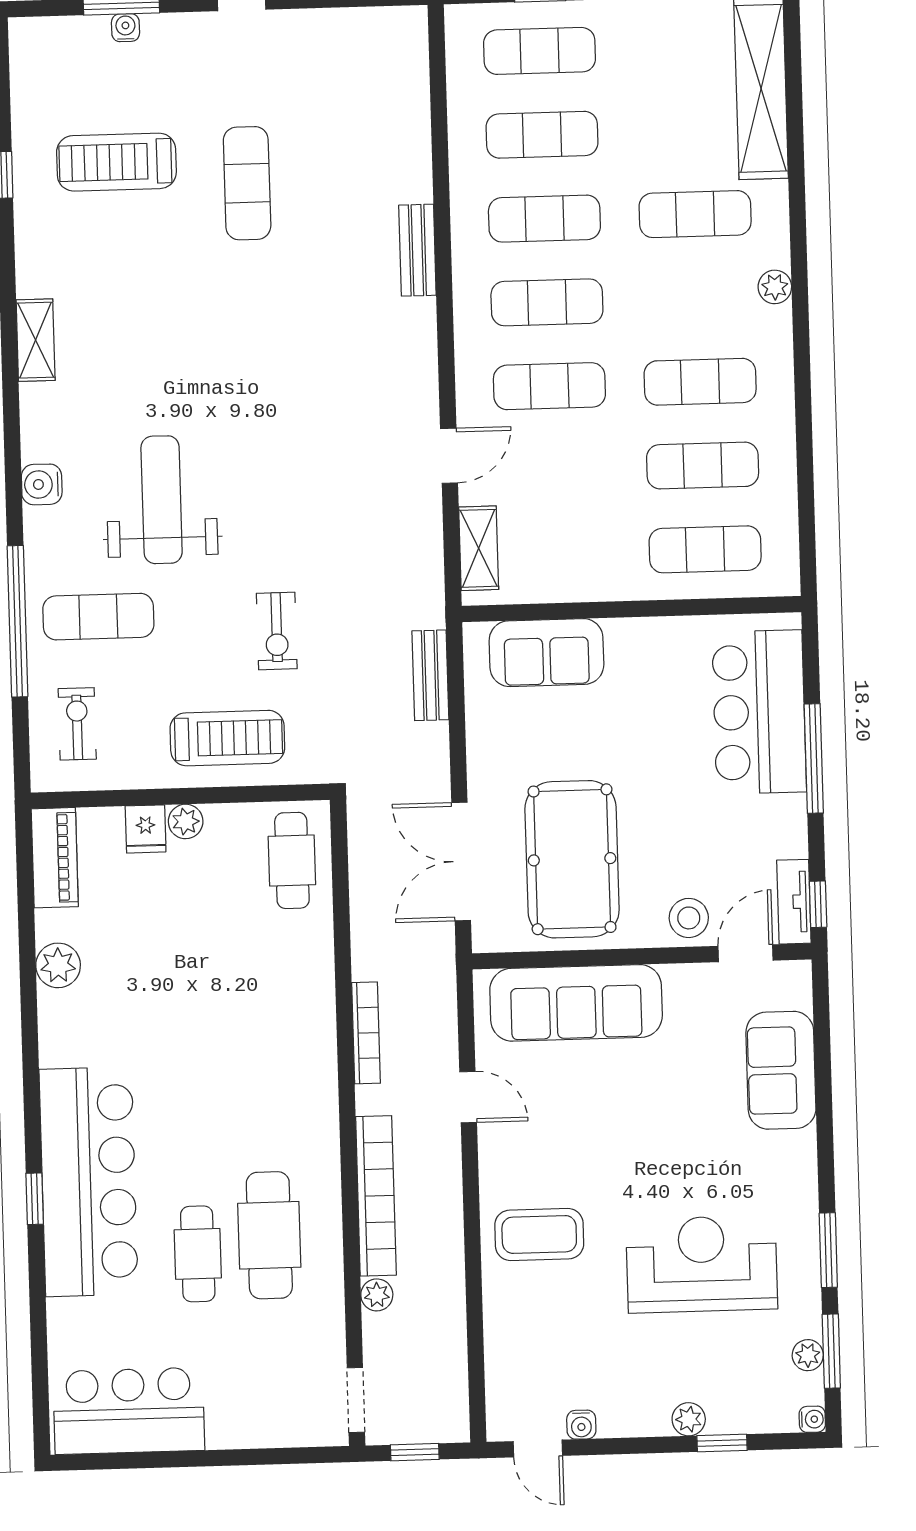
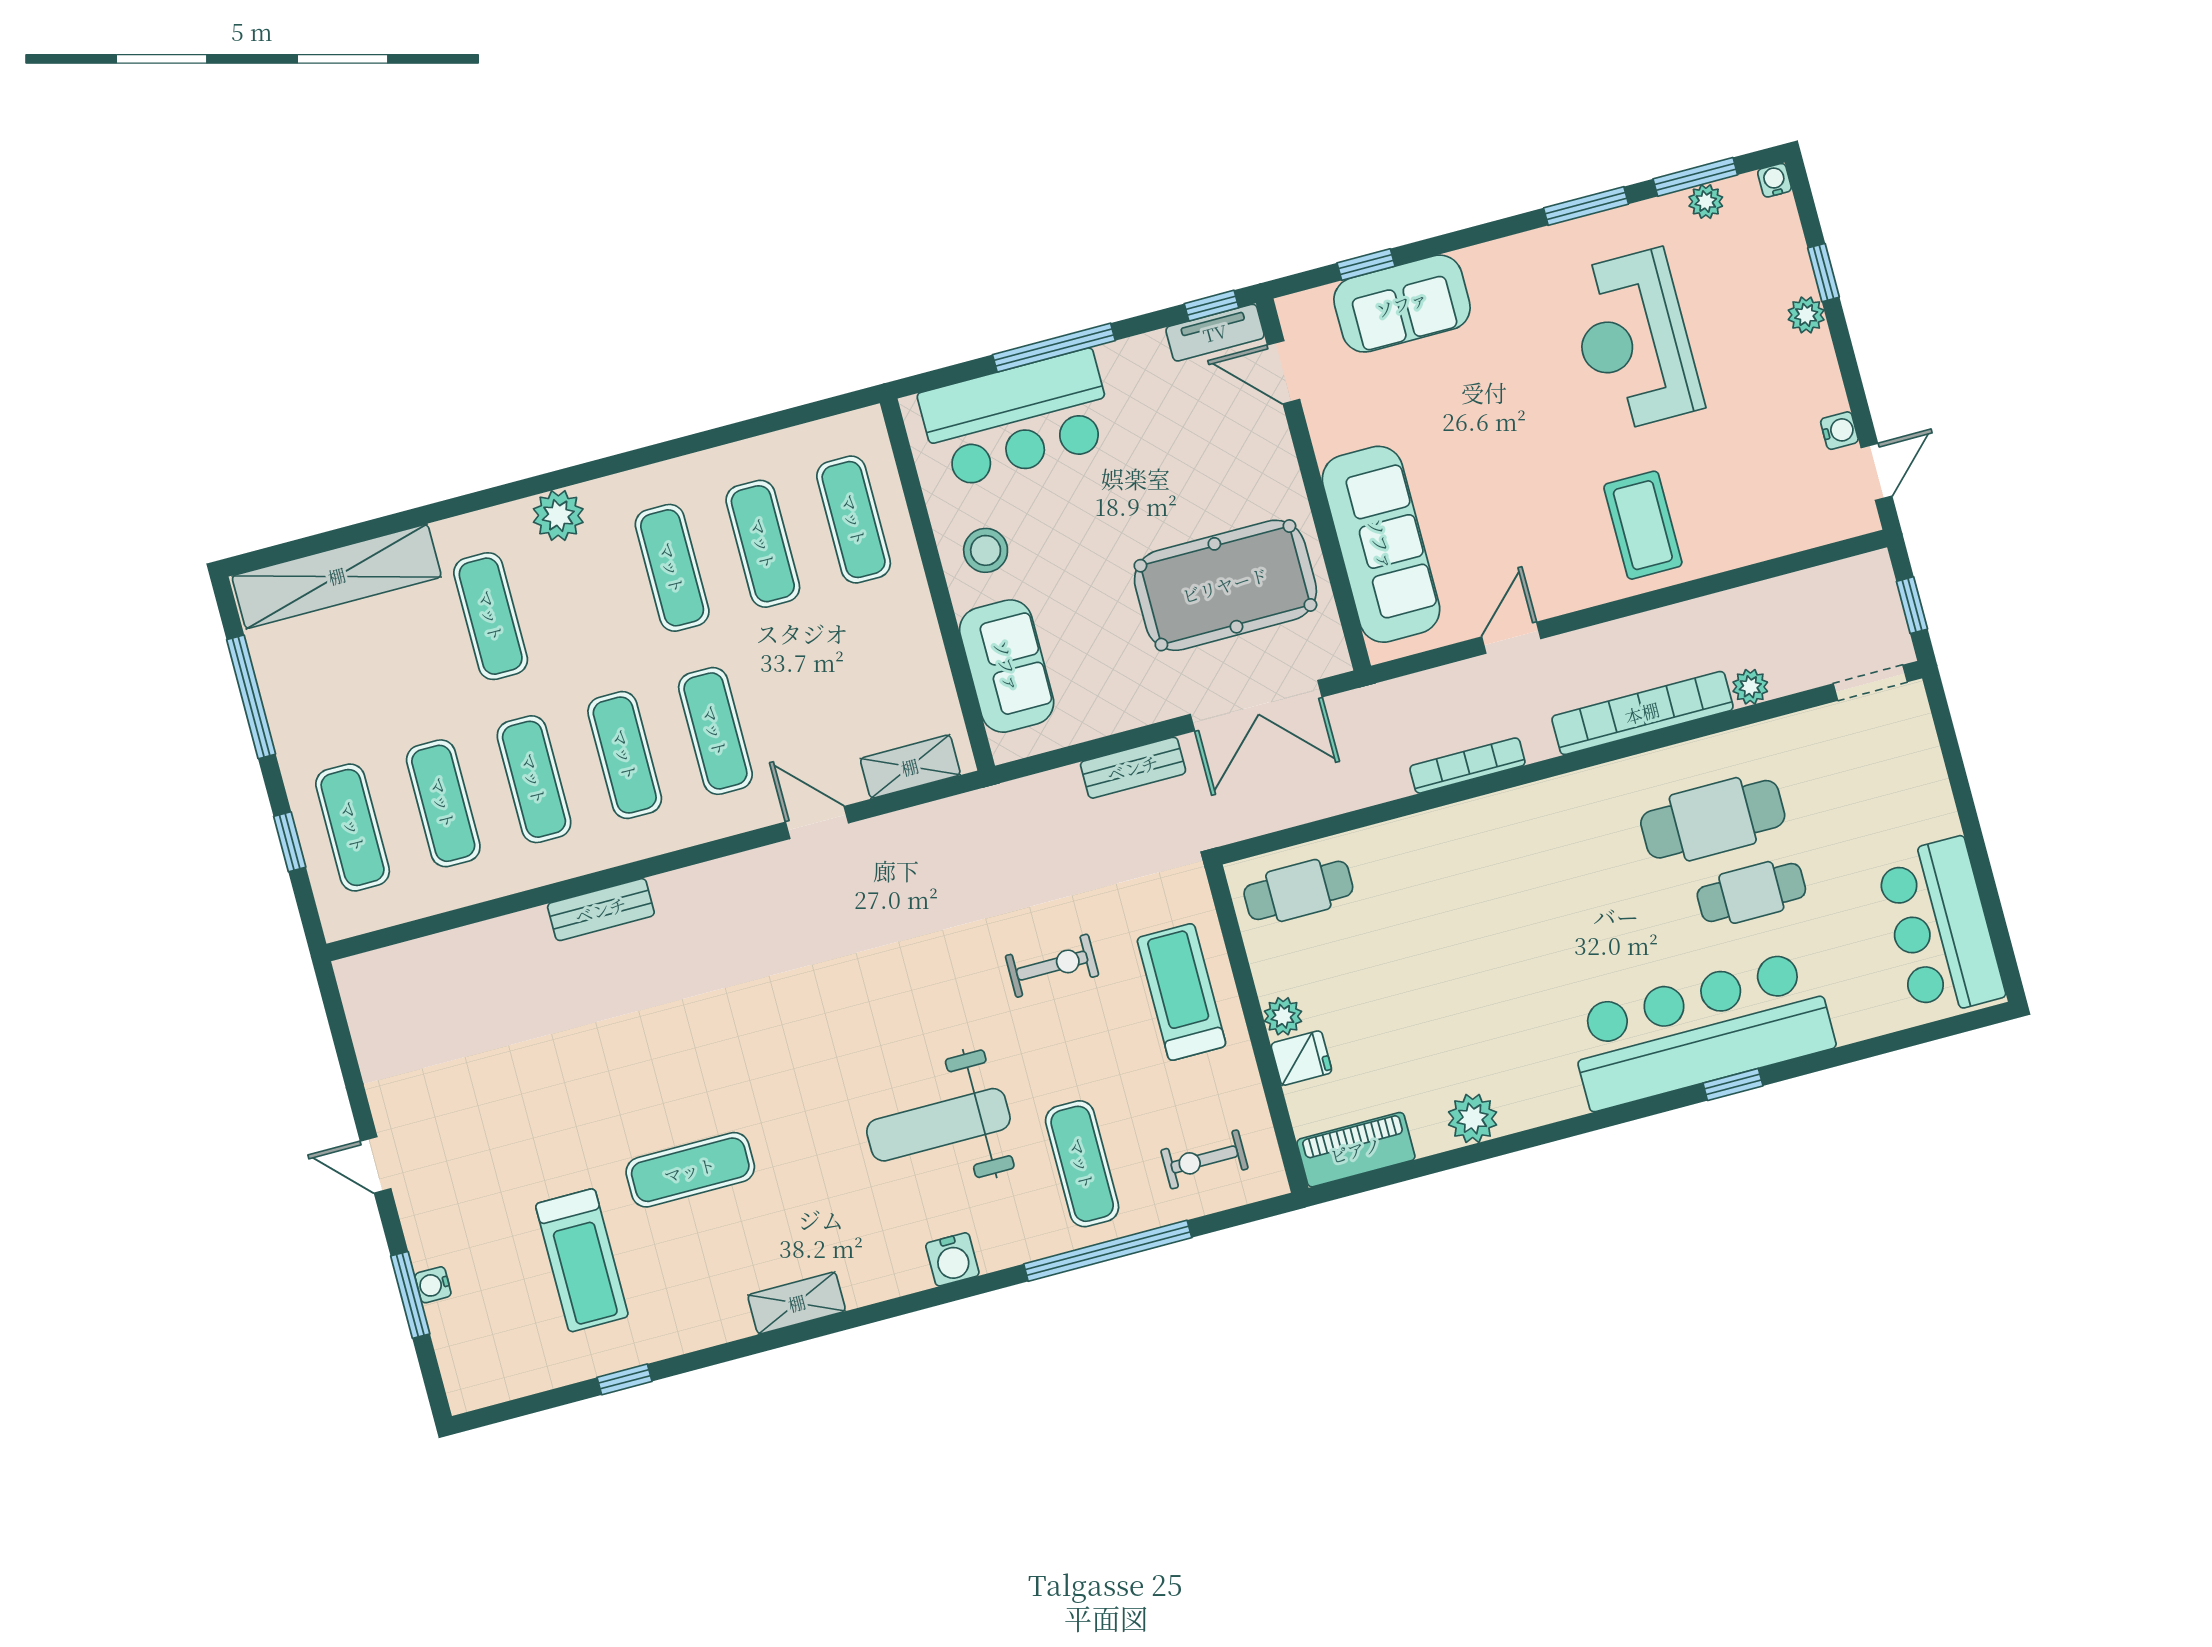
exercise mat: (247, 183) -> (690, 1170), moved
plant: (775, 287) -> (558, 516), width x1.38, depth x1.38
bench: (430, 675) -> (1133, 768), moved
stool: (689, 918) -> (986, 550), moved
window: (822, 1047) -> (1366, 265), added

